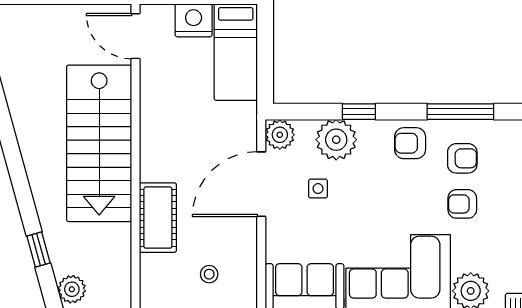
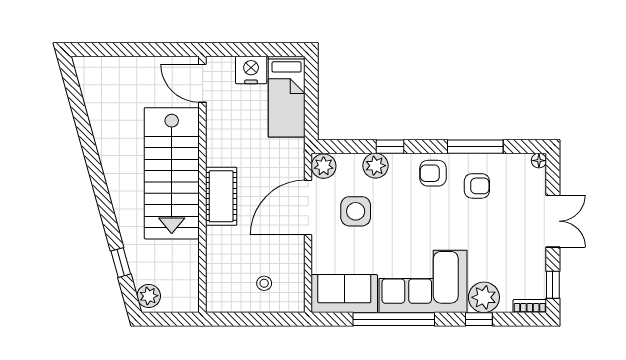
plant: (336, 140) -> (376, 166), width x0.73, depth x0.73
side table: (318, 189) -> (356, 211), width x1.87, depth x1.87
armchair: (462, 204) -> (477, 224), removed
cot: (158, 218) -> (221, 196), moved

